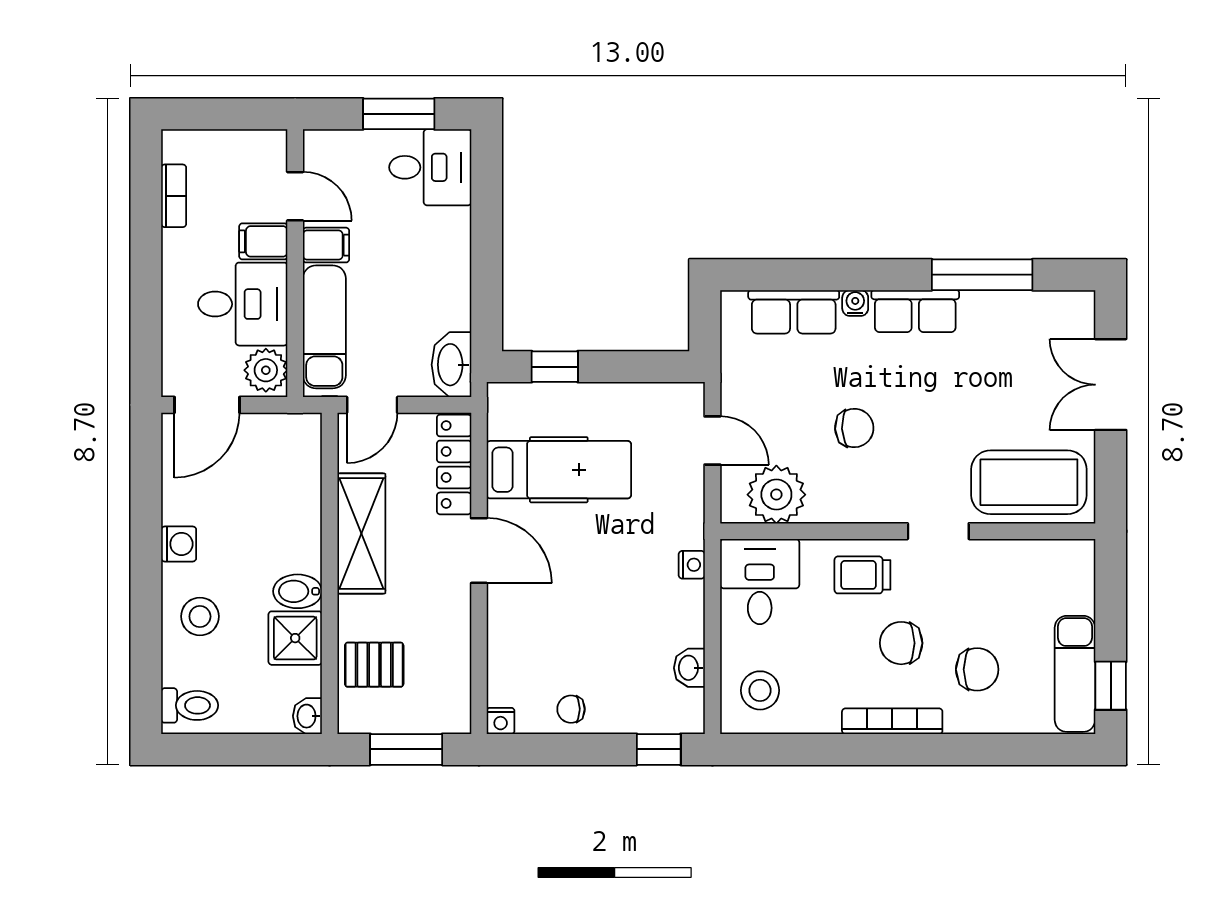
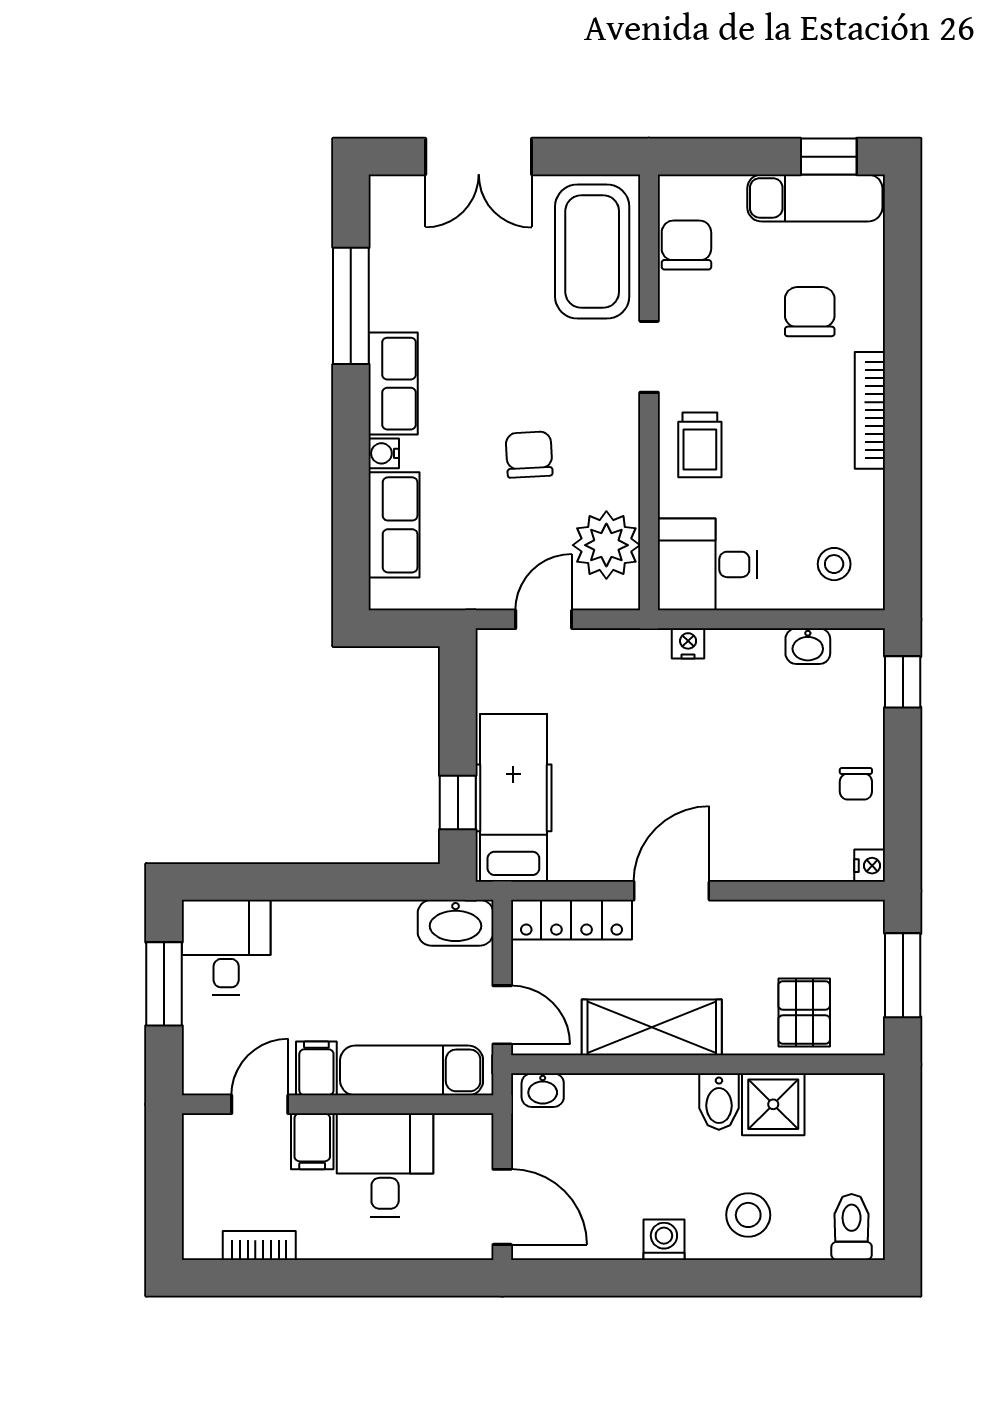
plant: (266, 370) -> (462, 1138), removed
hospital bed: (559, 470) -> (513, 798), moved
chair: (901, 643) -> (686, 245), moved, turned 180
stool: (760, 690) -> (834, 564), width x0.73, depth x0.73
washbasin: (307, 716) -> (543, 1090), moved

